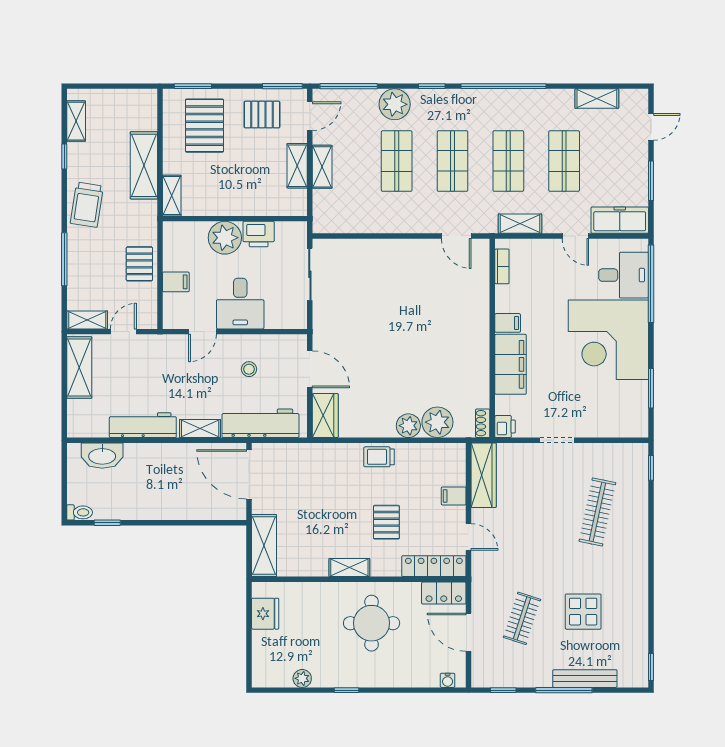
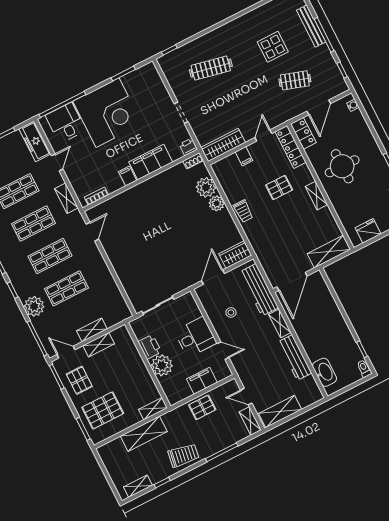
filing cabinet: (176, 282) -> (202, 381), width x2.00

